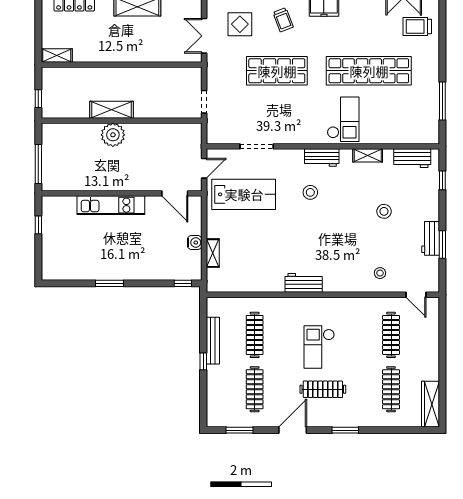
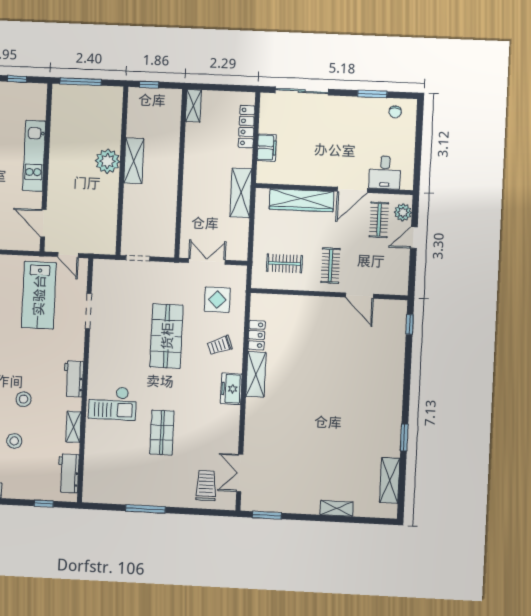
shop shelf: (369, 71) -> (162, 433), width x0.50, depth x0.74
window: (442, 101) -> (145, 509), moved
stool: (310, 192) -> (24, 399), moved
door: (175, 193) -> (43, 223), hinge flipped

